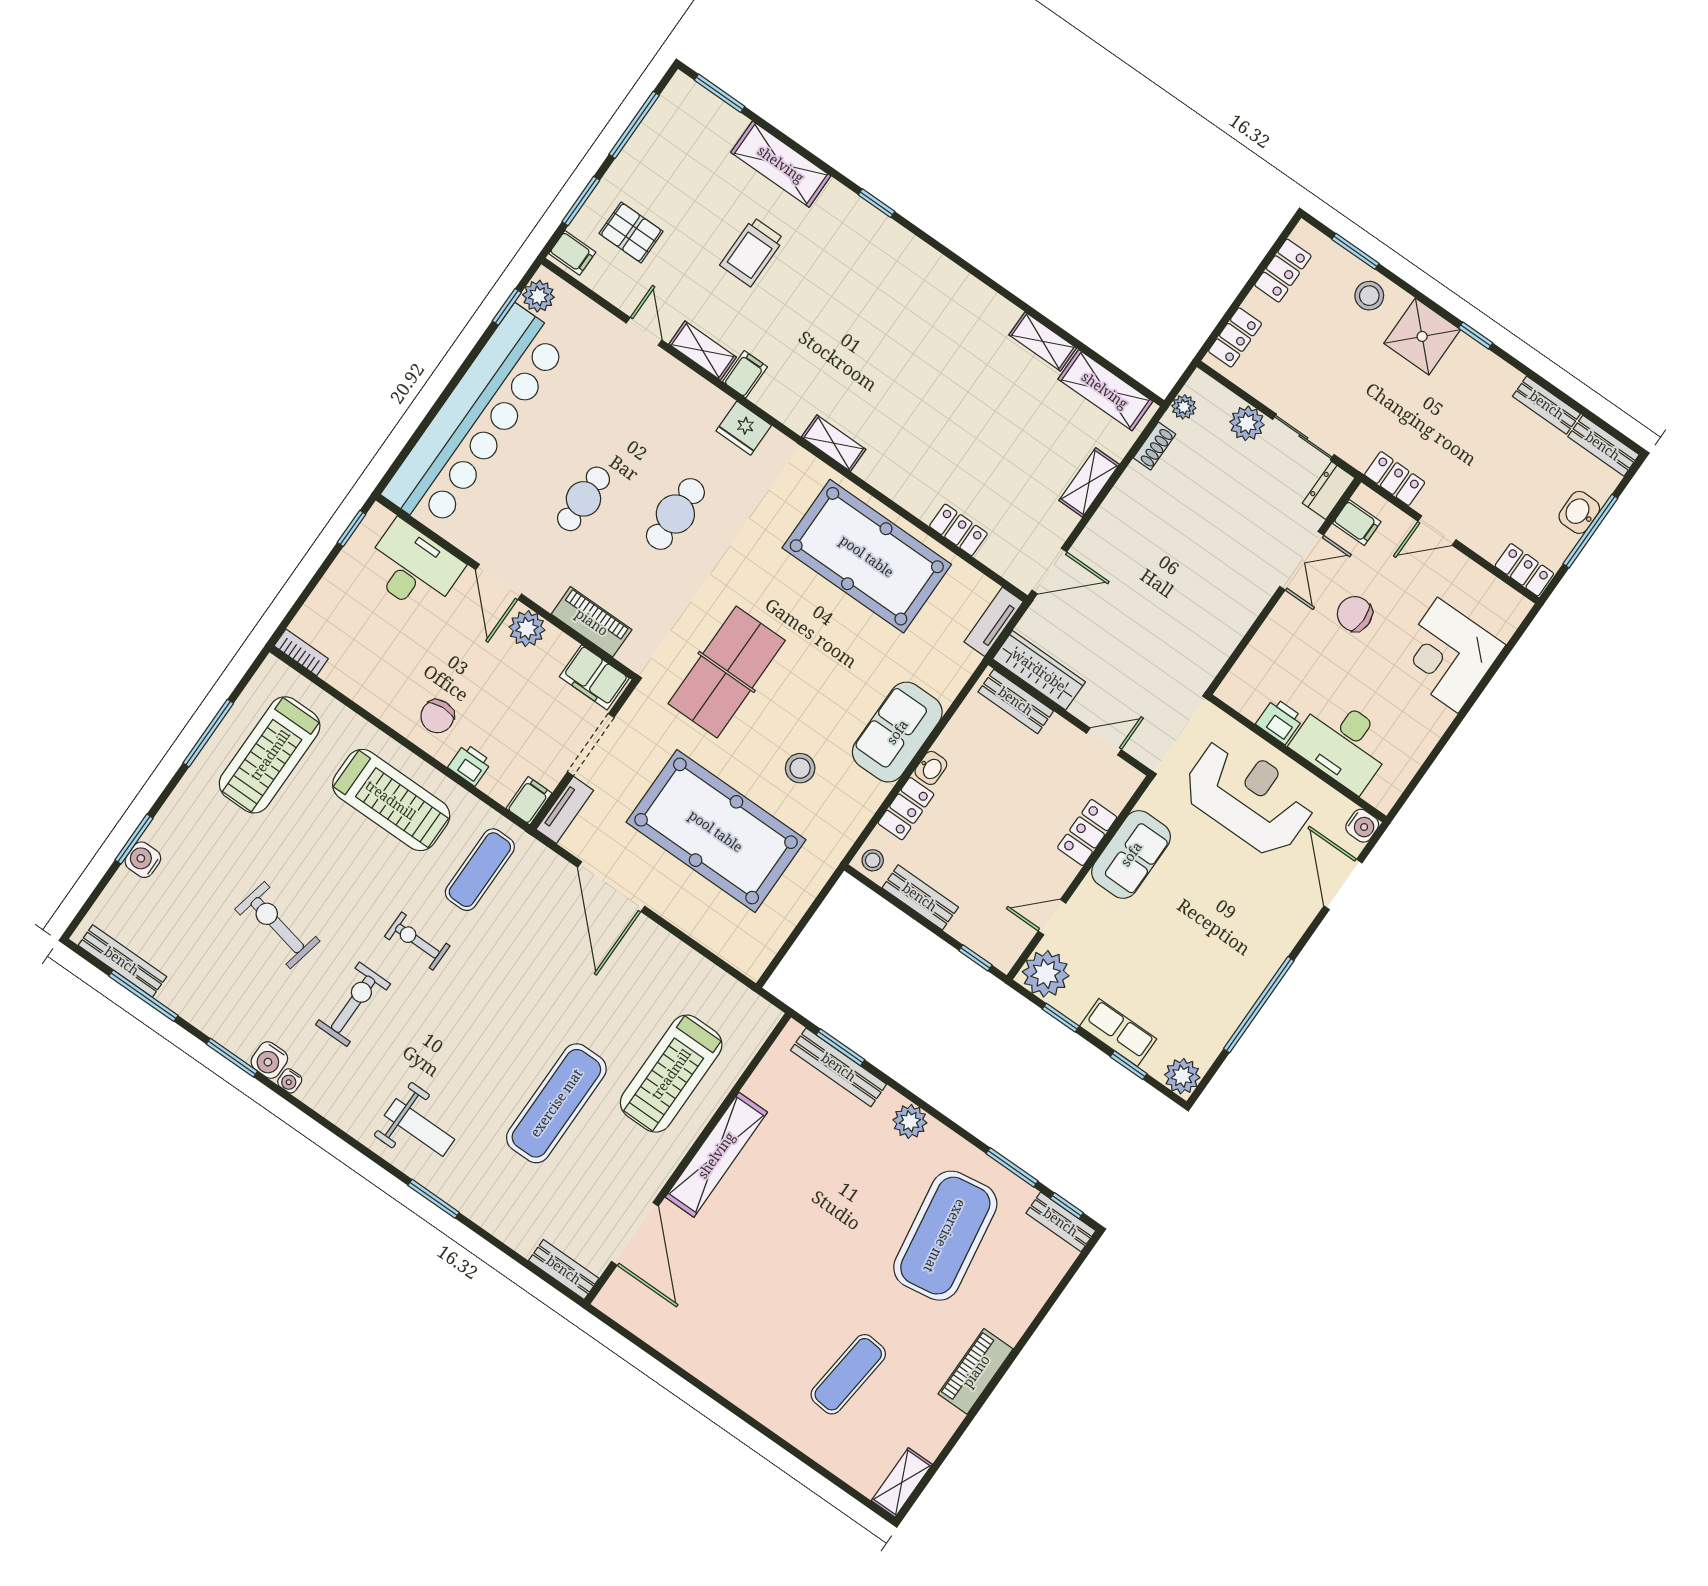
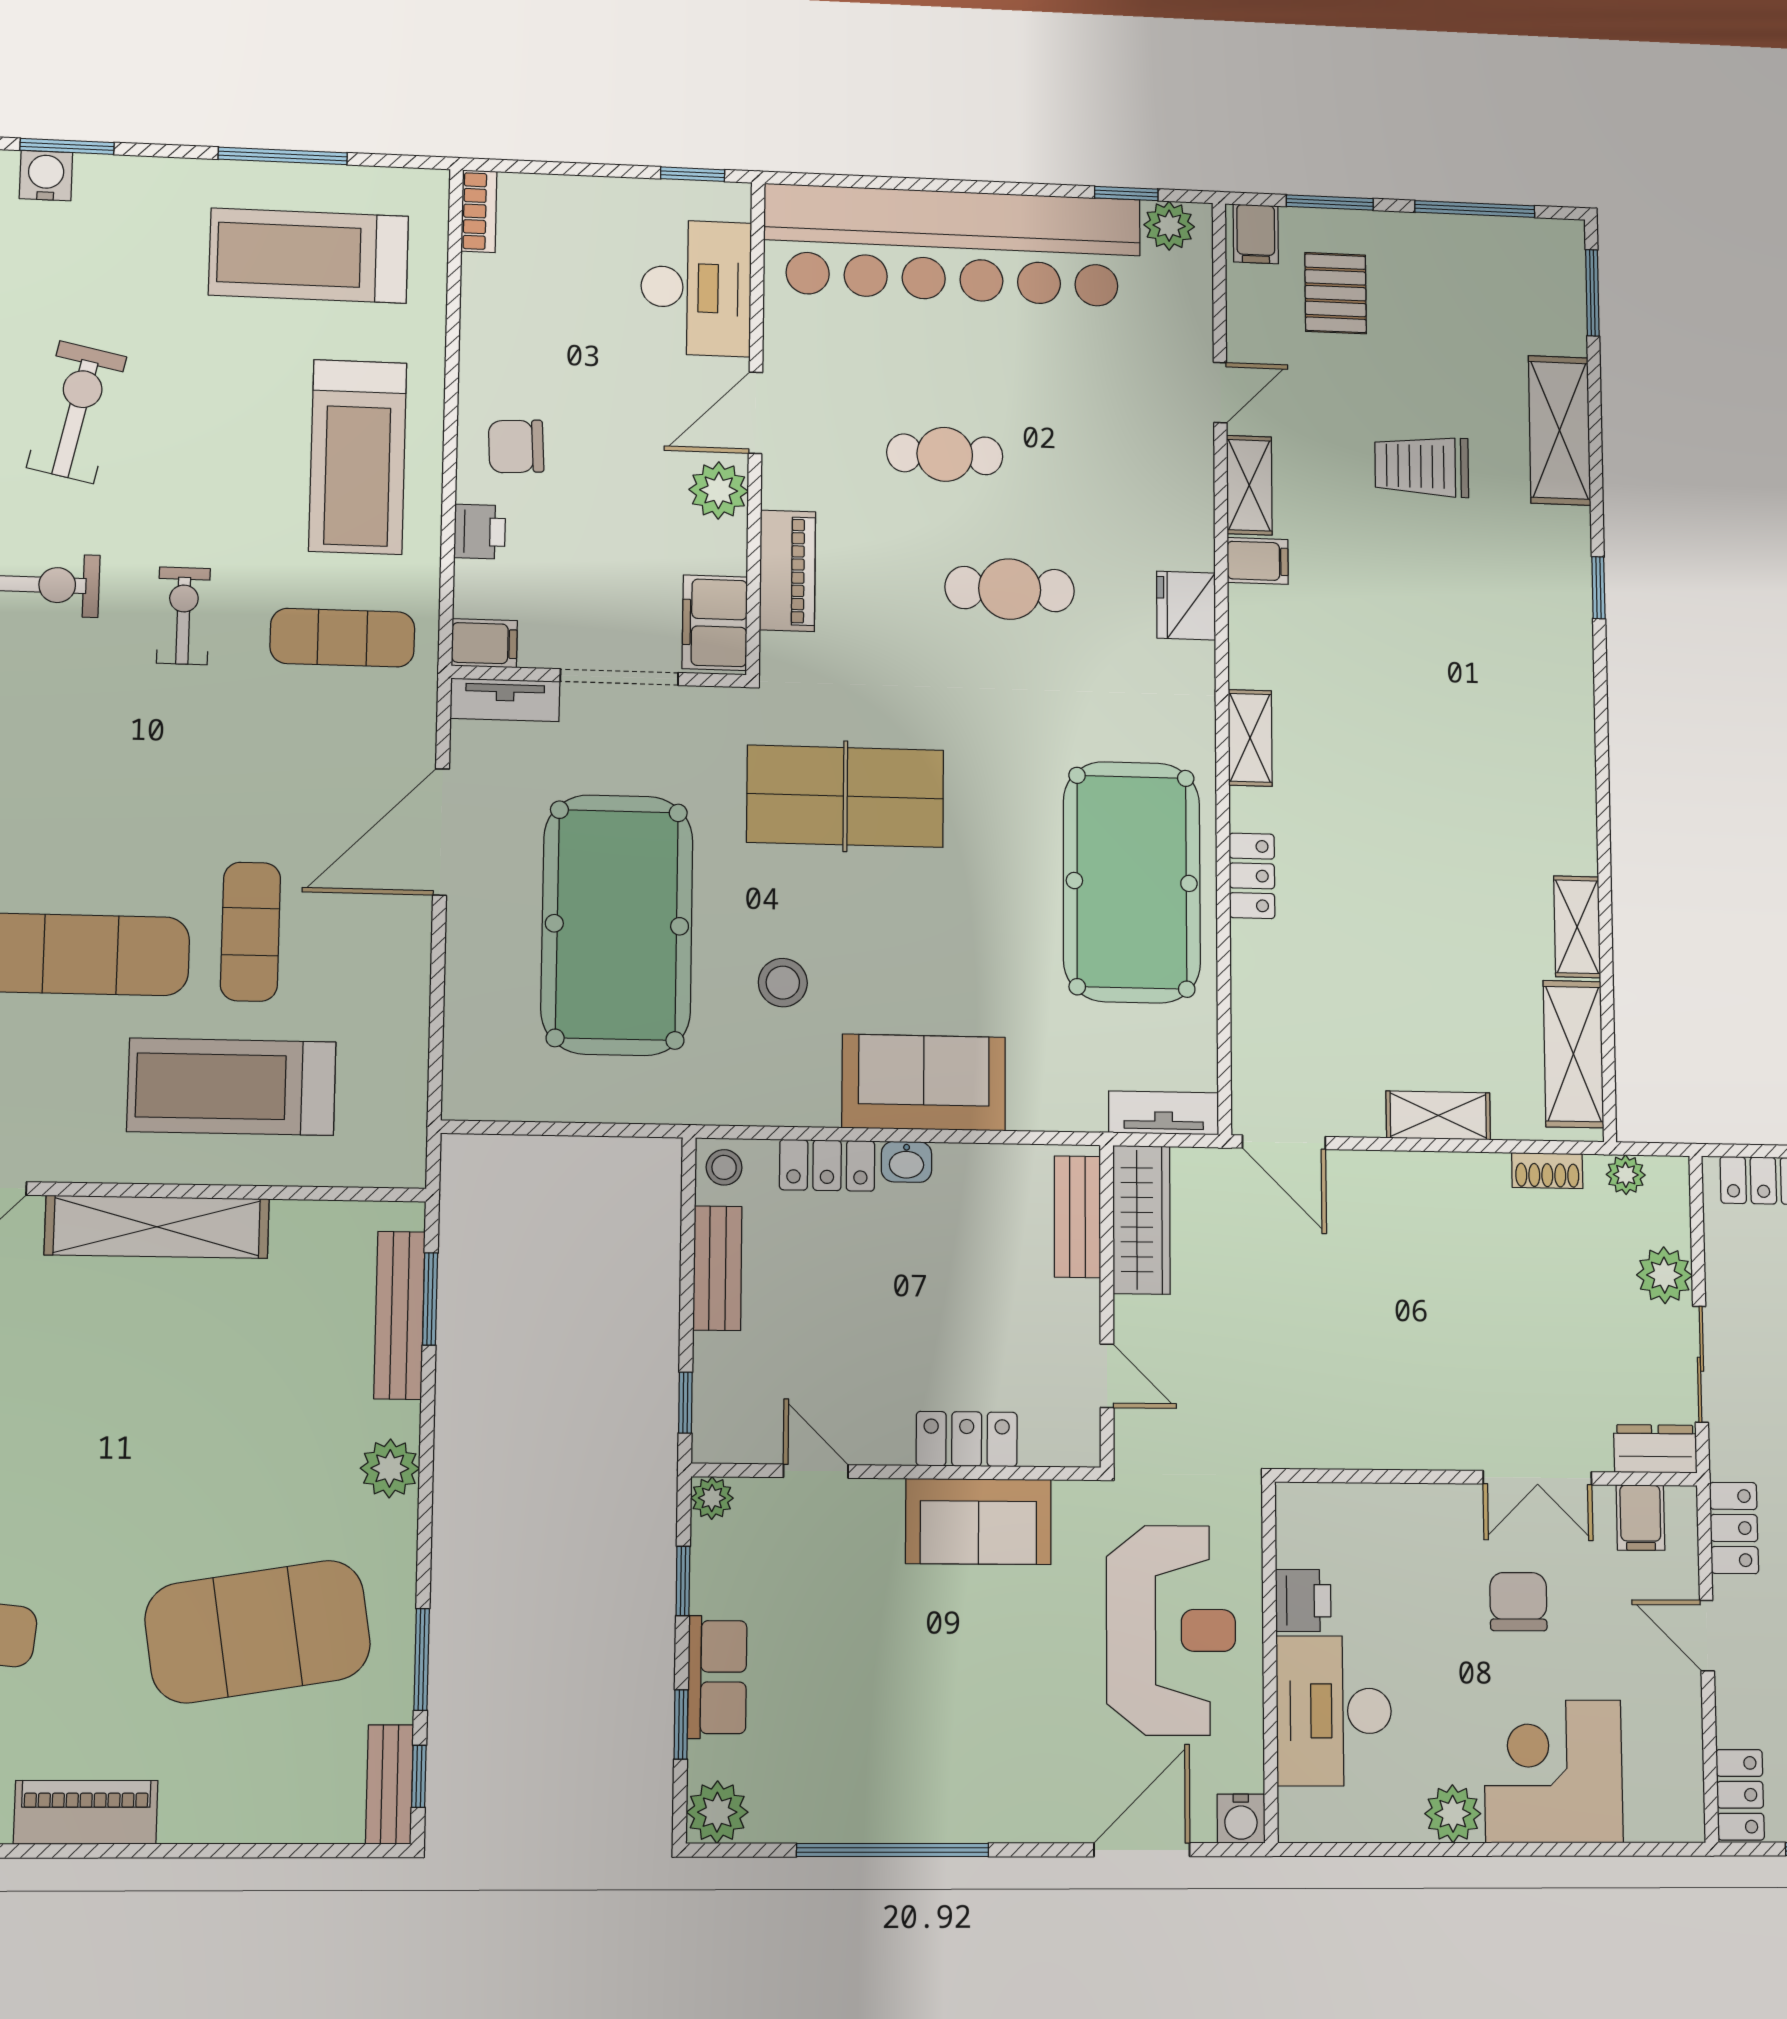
locker: (958, 530) -> (1252, 876), moved
plant: (1433, 720) -> (1453, 1814), added
plant: (1046, 974) -> (712, 1498), width x0.53, depth x0.53
exercise mat: (600, 1014) -> (250, 932), added

